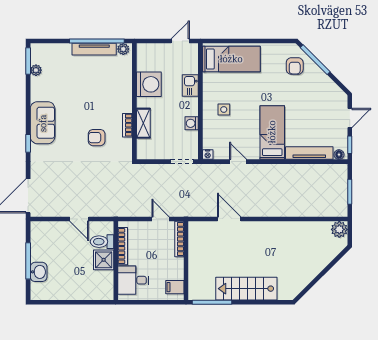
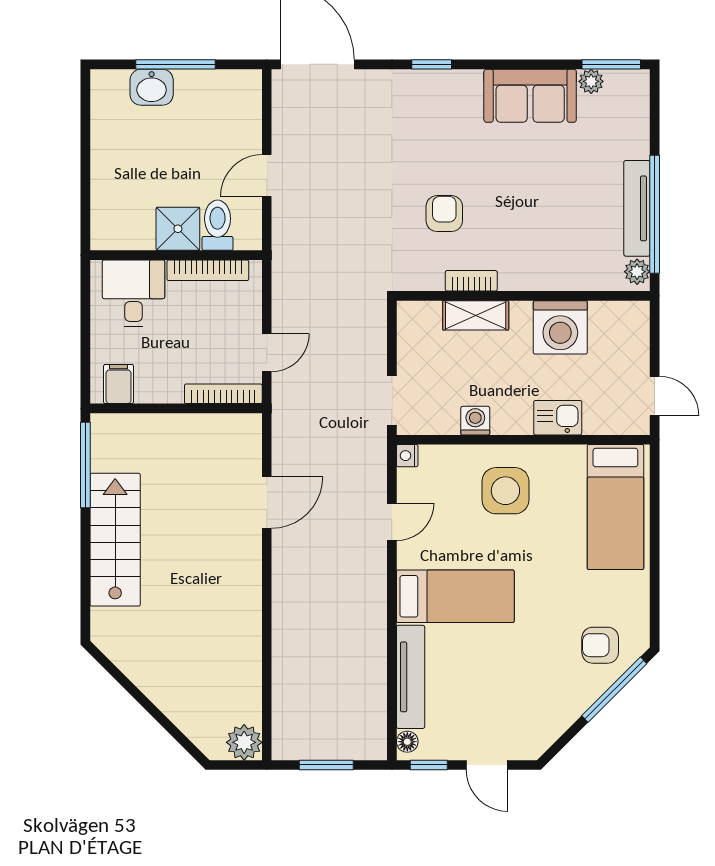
side table: (224, 109) -> (505, 491), width x1.87, depth x1.87
sofa: (43, 123) -> (530, 96), moved

